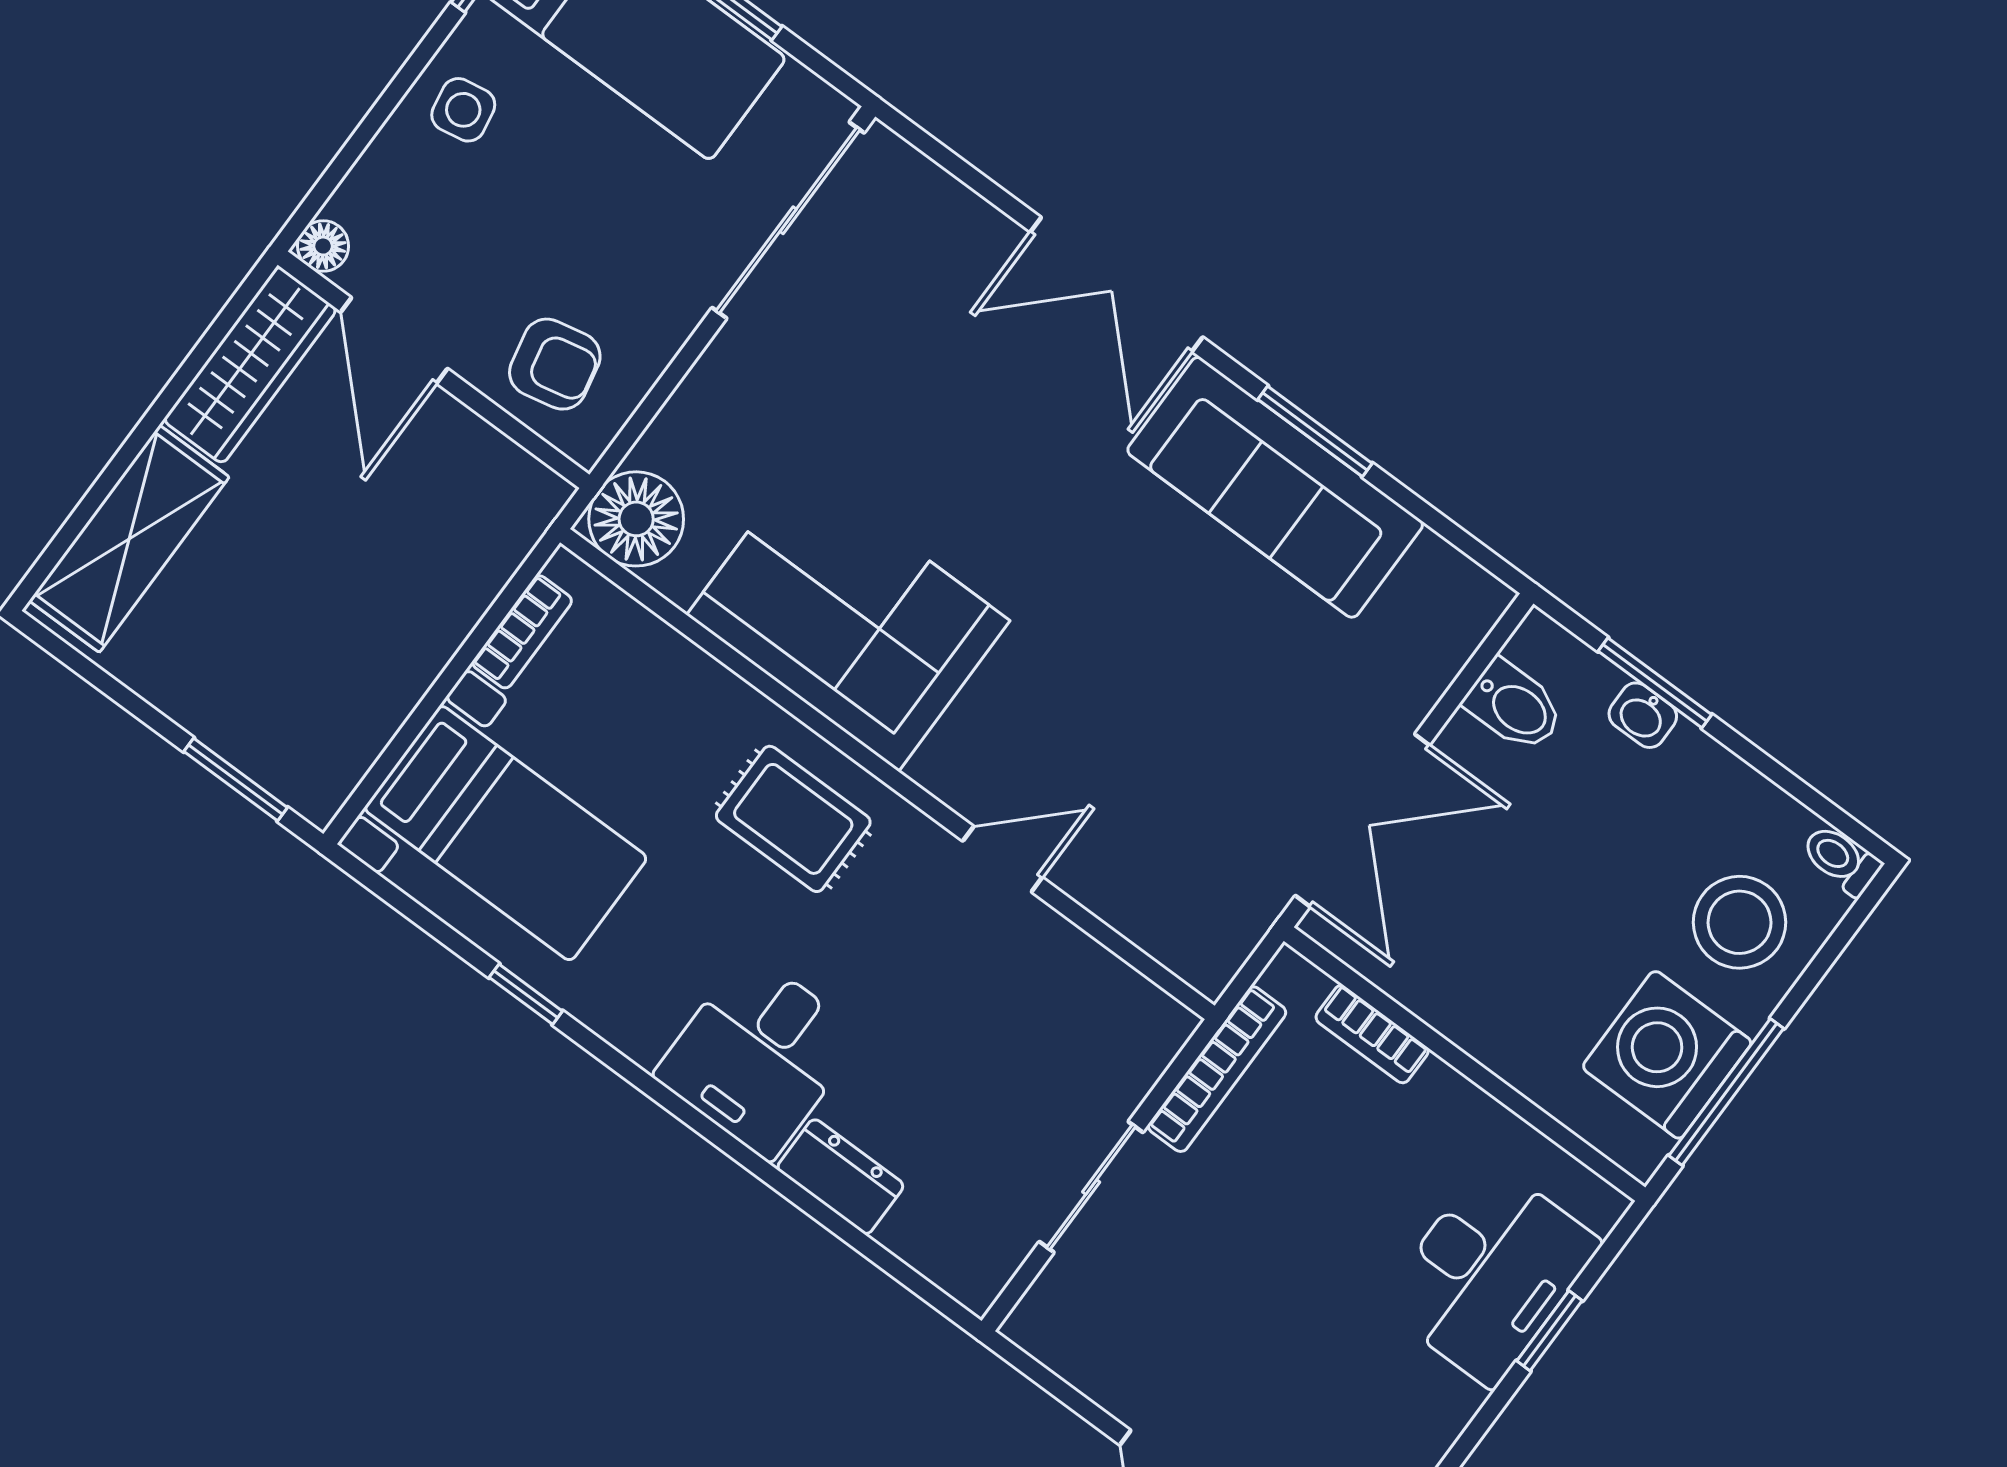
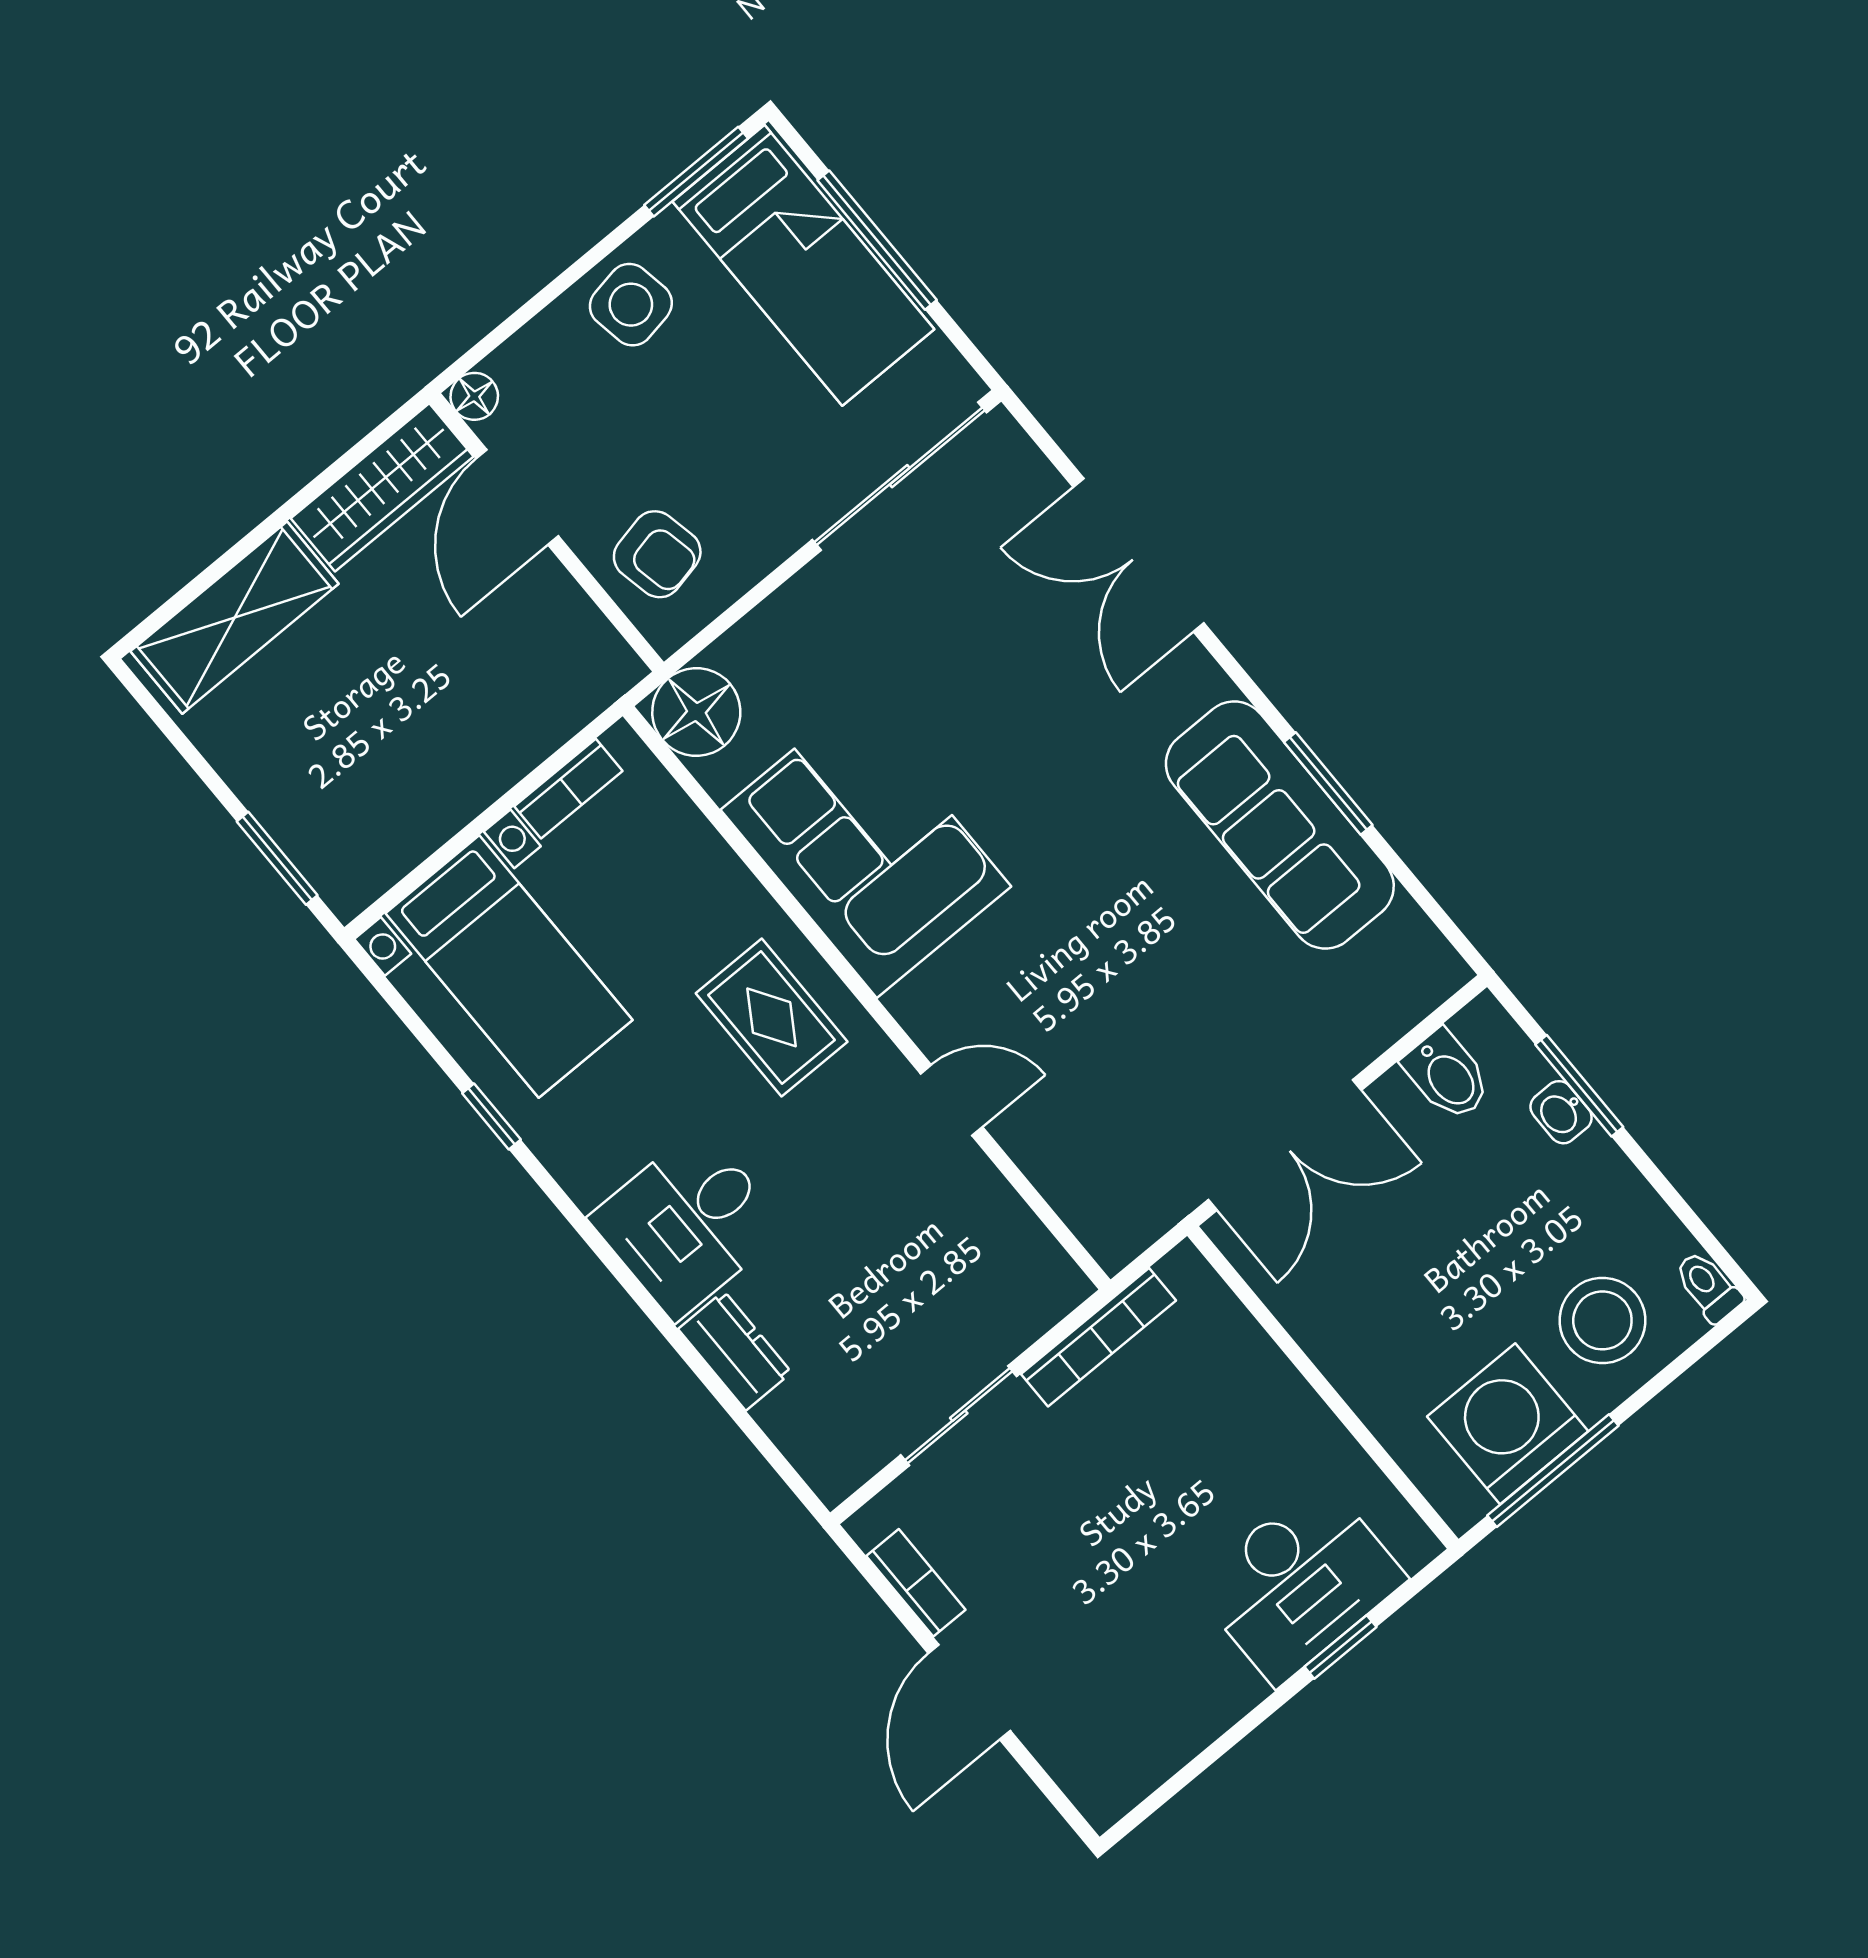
side table: (463, 110) -> (631, 305), width x1.37, depth x1.37
double door: (1116, 285) -> (1139, 555), moved
bookcase: (1372, 1034) -> (916, 1583), moved, turned 180

